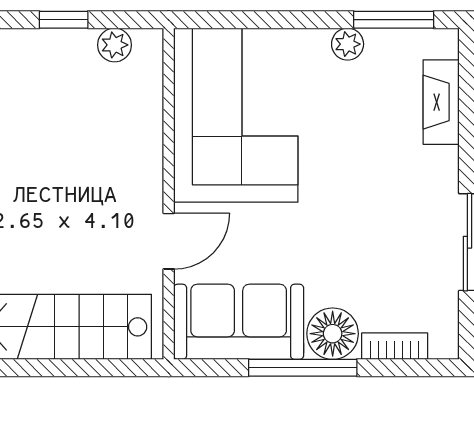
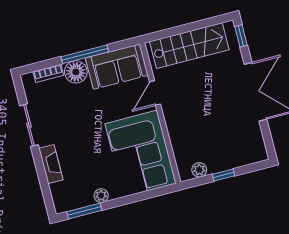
fireplace: (441, 102) -> (51, 164), moved

